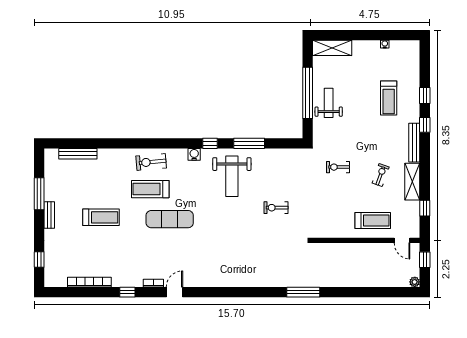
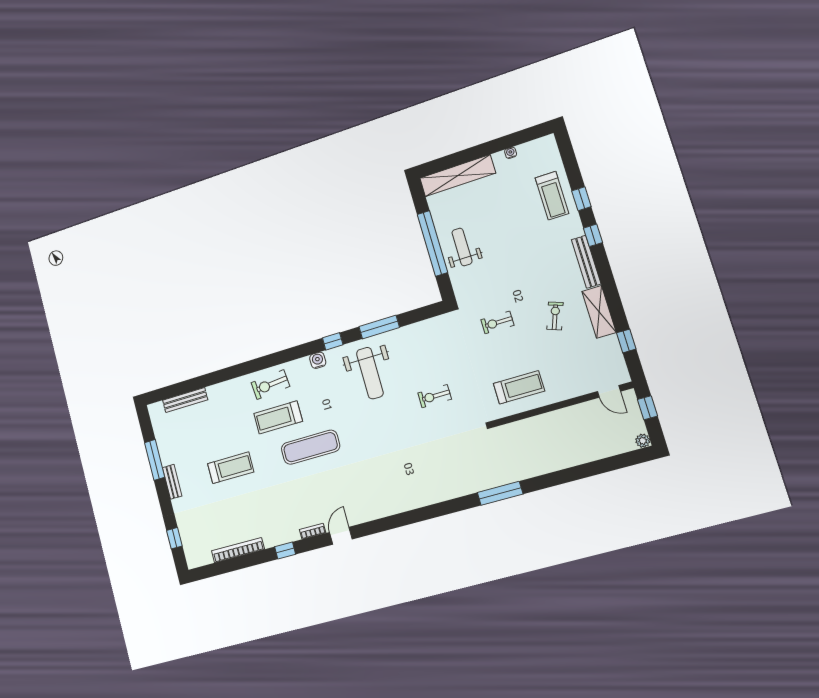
shelving: (332, 48) -> (458, 176), width x1.47
treadmill: (389, 98) -> (552, 196), moved
treadmill: (373, 221) -> (519, 387), moved

